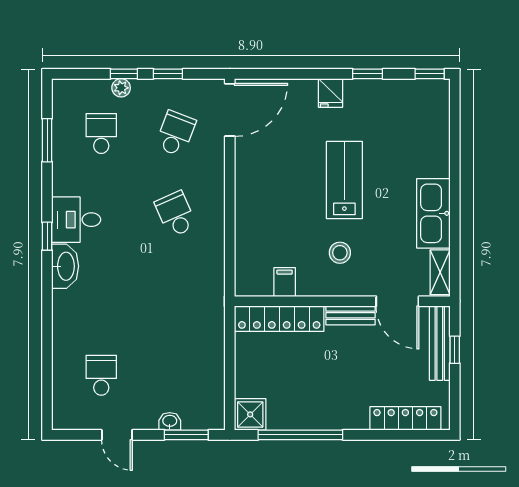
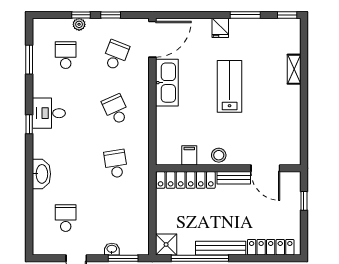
window: (368, 74) -> (245, 15), width x1.50
kitchen sink: (433, 213) -> (167, 83), moved, turned 180
stool: (340, 253) -> (219, 155), moved
washbasin: (65, 266) -> (41, 174), moved
shelving: (440, 272) -> (294, 69), moved
school desk: (176, 295) -> (116, 164), added
bench: (440, 343) -> (221, 248), moved, turned 90

